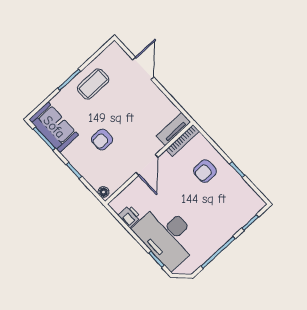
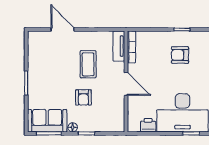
coffee table: (93, 84) -> (88, 64), moved
armchair: (205, 171) -> (180, 55), moved, turned 90
floor lamp: (103, 192) -> (73, 127), moved

